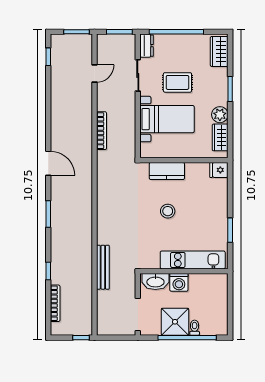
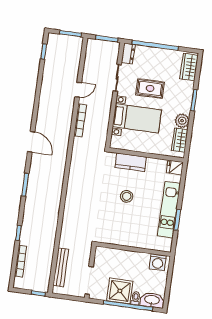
door: (95, 74) -> (78, 90), moved
kitchen unit: (193, 260) -> (169, 210), moved, turned -90
bench: (103, 267) -> (61, 267), moved
washbasin: (155, 282) -> (152, 300), moved, turned 180
washing machine: (179, 282) -> (158, 262), moved

